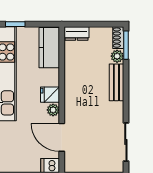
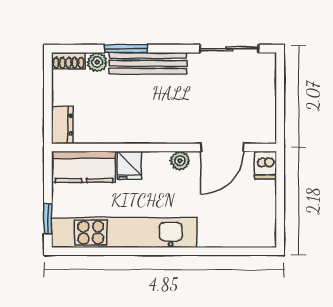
window: (126, 45) -> (126, 49), moved
bench: (116, 82) -> (148, 63), width x1.36
fridge: (50, 95) -> (129, 165), moved

